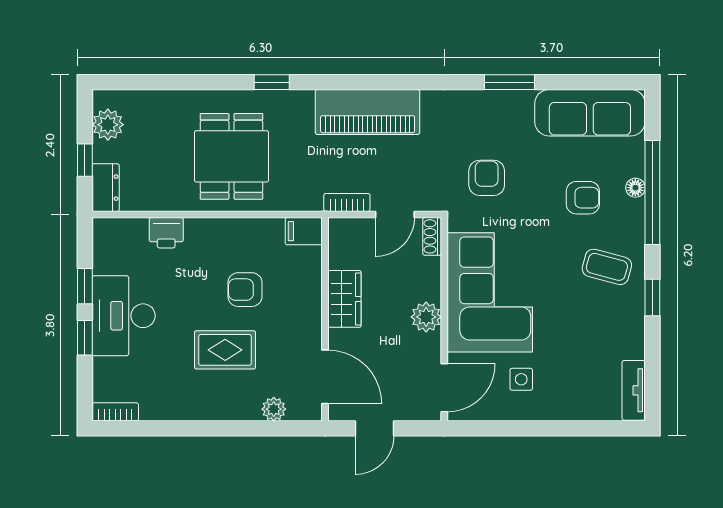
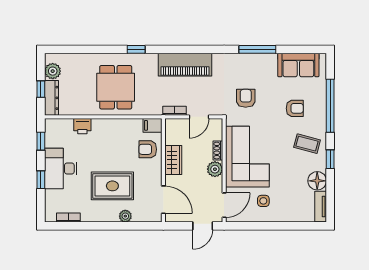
window: (510, 82) -> (257, 49), width x1.44
sofa: (590, 113) -> (298, 65), width x0.73
dresser: (106, 188) -> (52, 98), width x1.44
floor lamp: (635, 188) -> (317, 181), moved, width x1.89, depth x1.89
shoe rack: (432, 236) -> (218, 151), moved
window: (85, 286) -> (41, 141), moved
armchair: (245, 290) -> (148, 149), moved
rug: (225, 350) -> (112, 186), width x1.36, depth x1.43
plant: (274, 409) -> (125, 216), moved
bookcase: (115, 412) -> (68, 218), moved
door: (375, 428) -> (203, 226), moved

